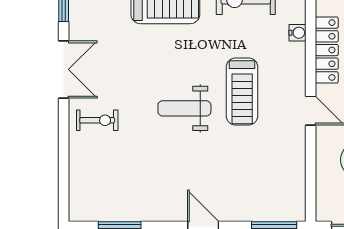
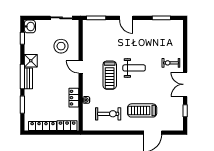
locker: (327, 50) -> (74, 98), width x0.66
treadmill: (242, 91) -> (110, 75), turned 180

